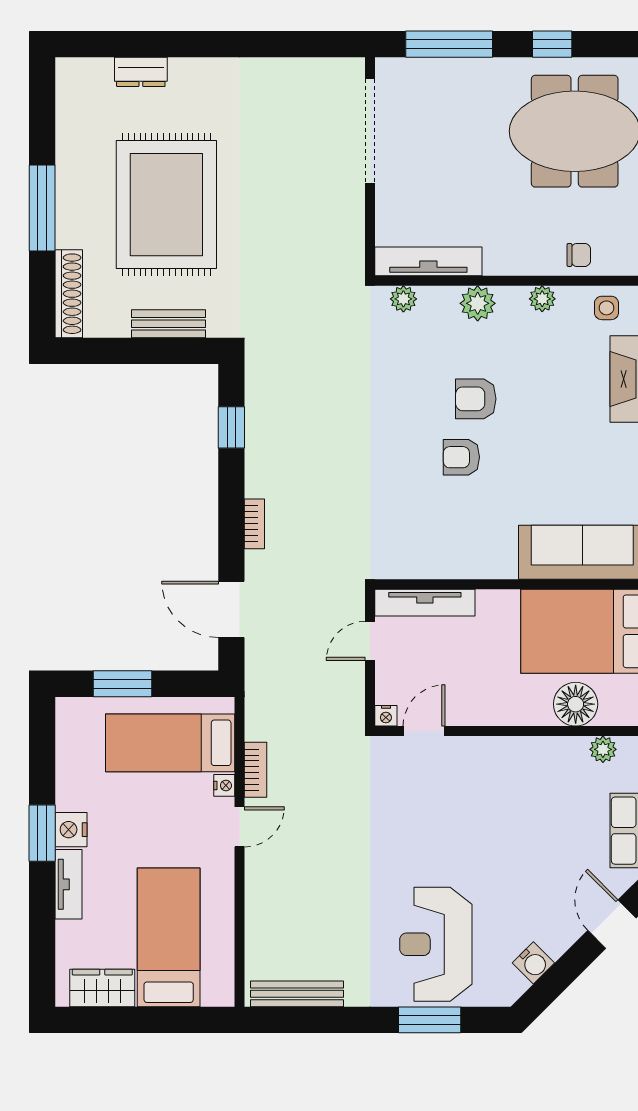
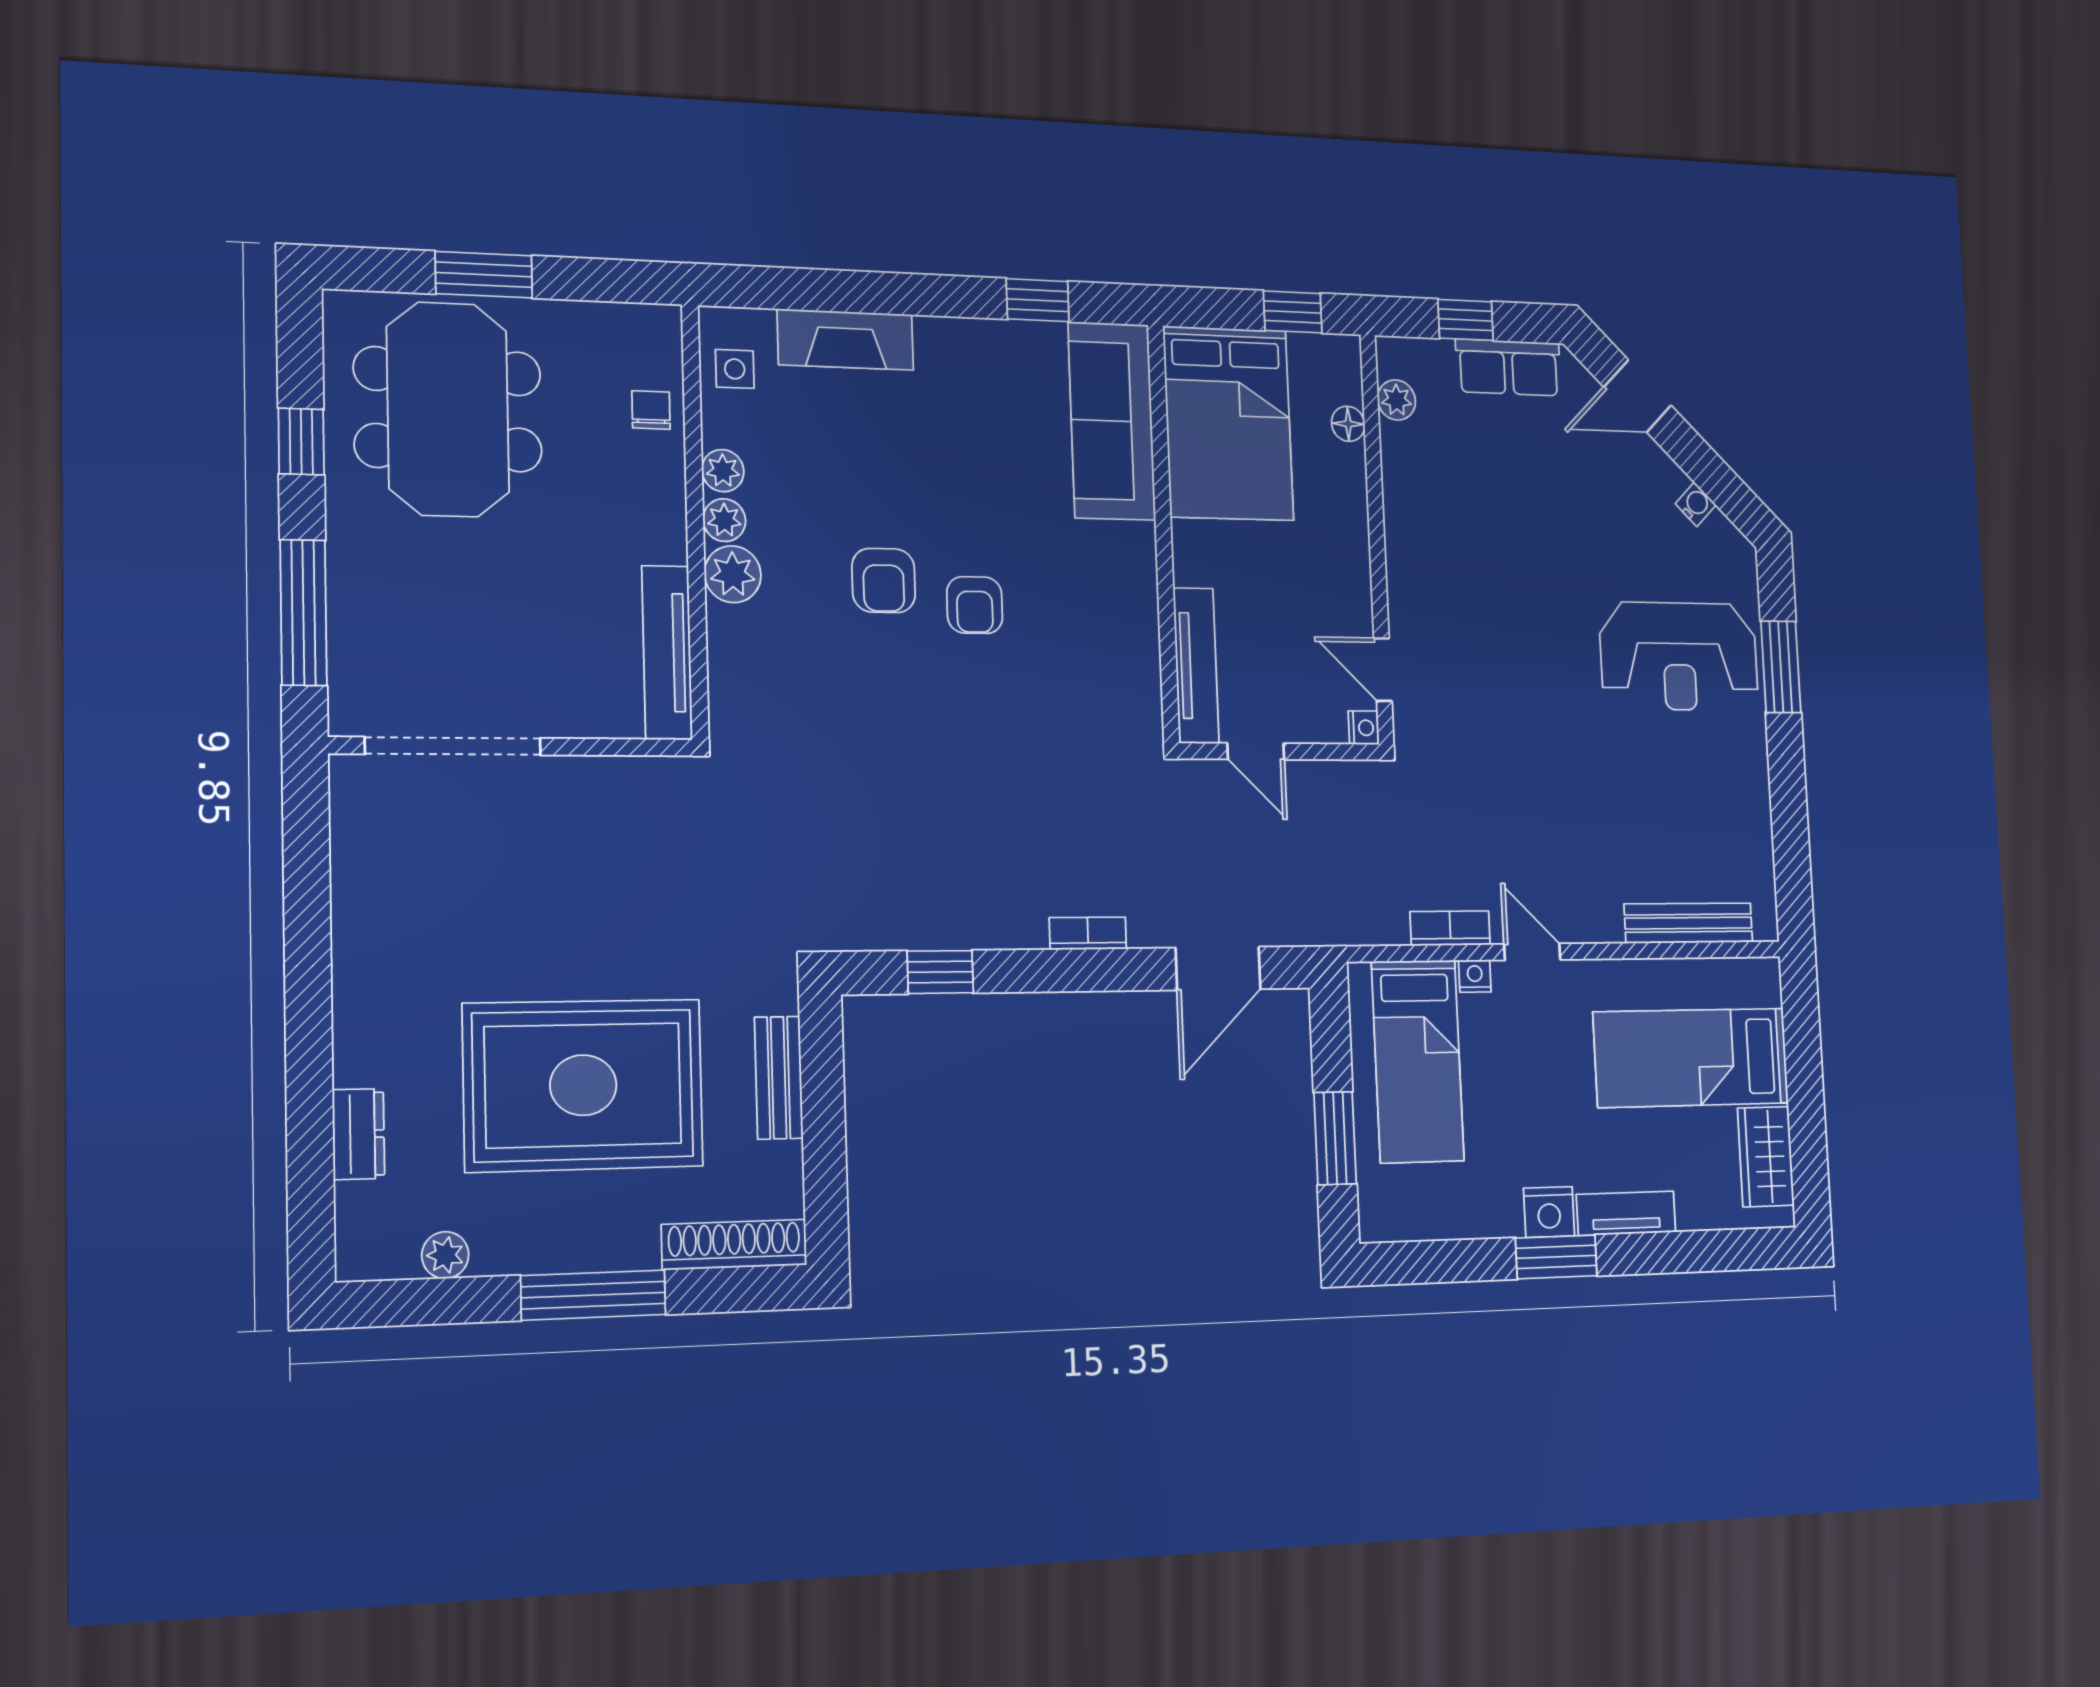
plant: (69, 121) -> (445, 1255), added
plant: (403, 299) -> (724, 520), moved
floor lamp: (576, 704) -> (1348, 424), width x0.53, depth x0.53
water cooler: (533, 963) -> (1696, 504), width x0.72, depth x0.72
bench: (297, 994) -> (1689, 923), moved, turned 90

